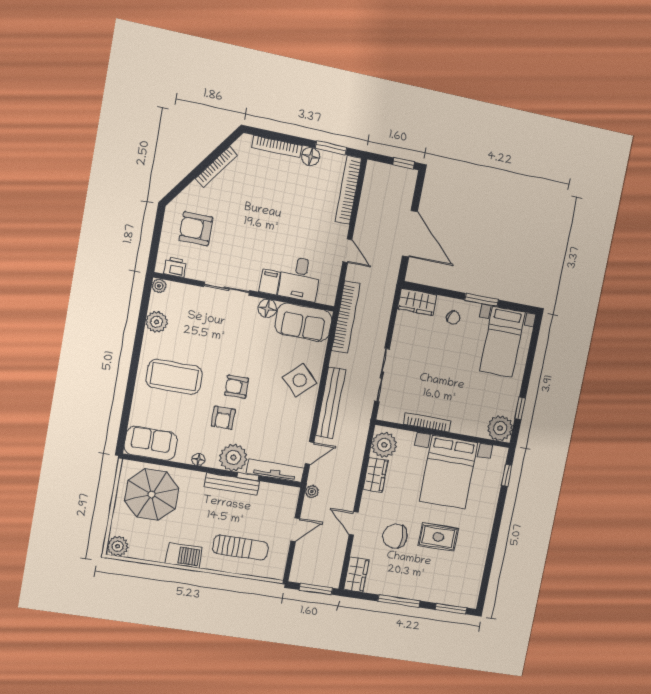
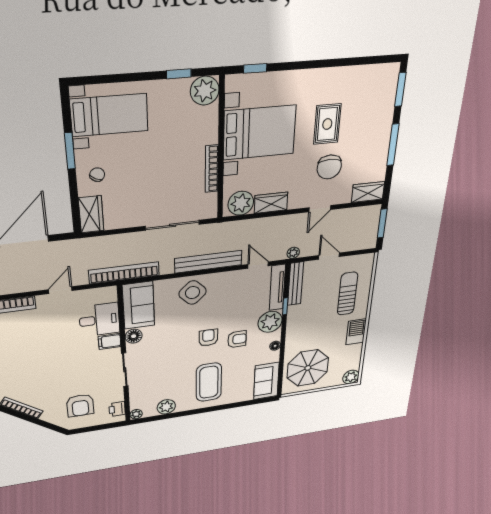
armchair: (237, 387) -> (208, 338), turned 180
bench: (232, 484) -> (296, 284), moved

